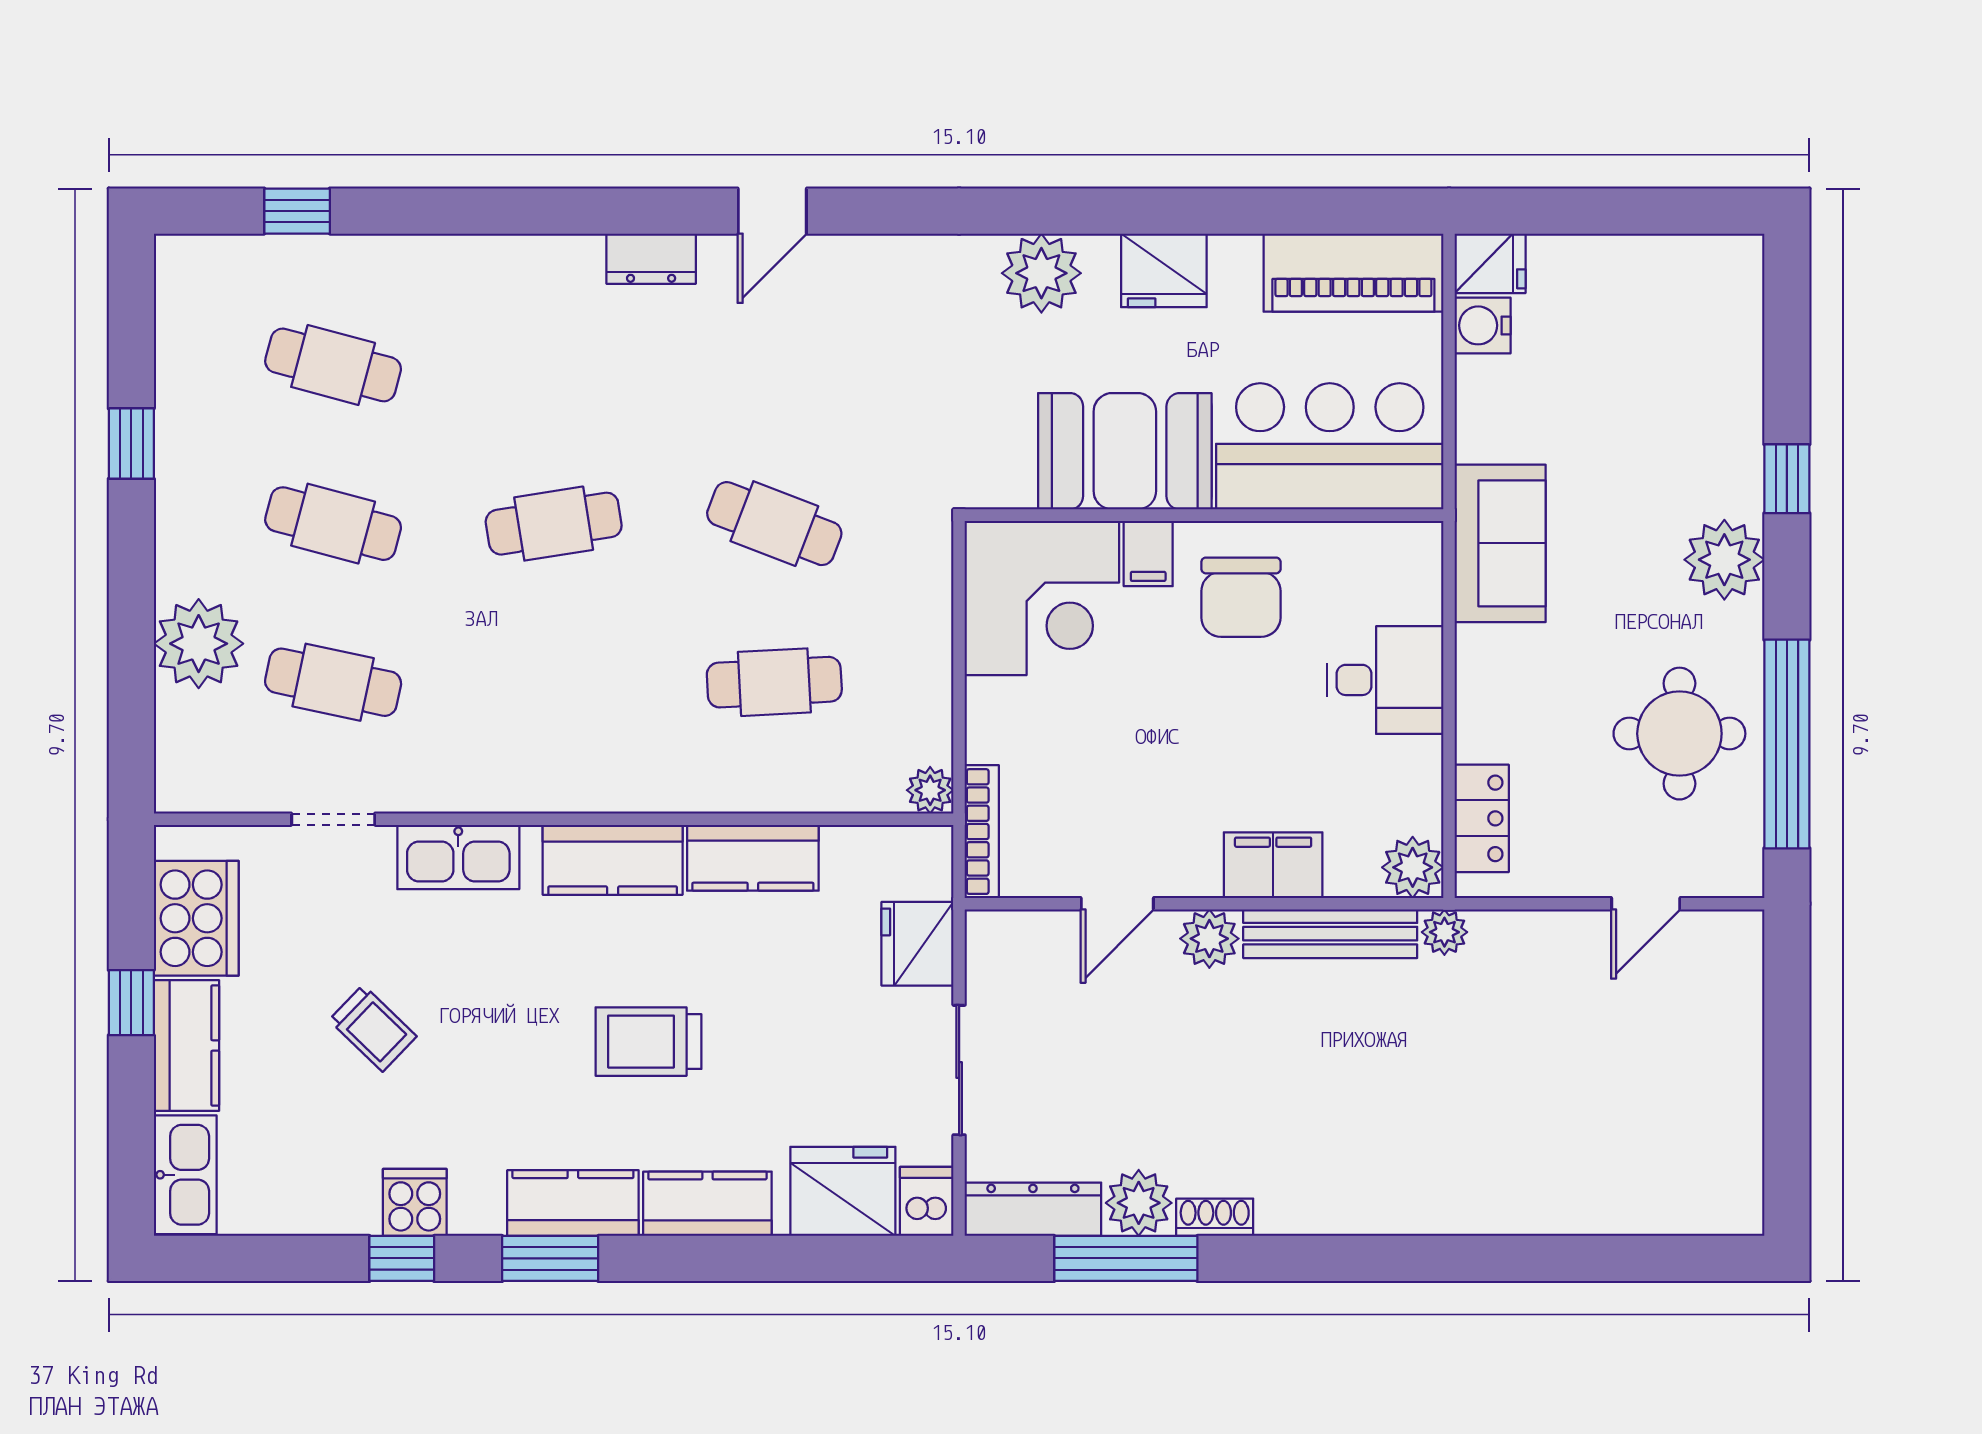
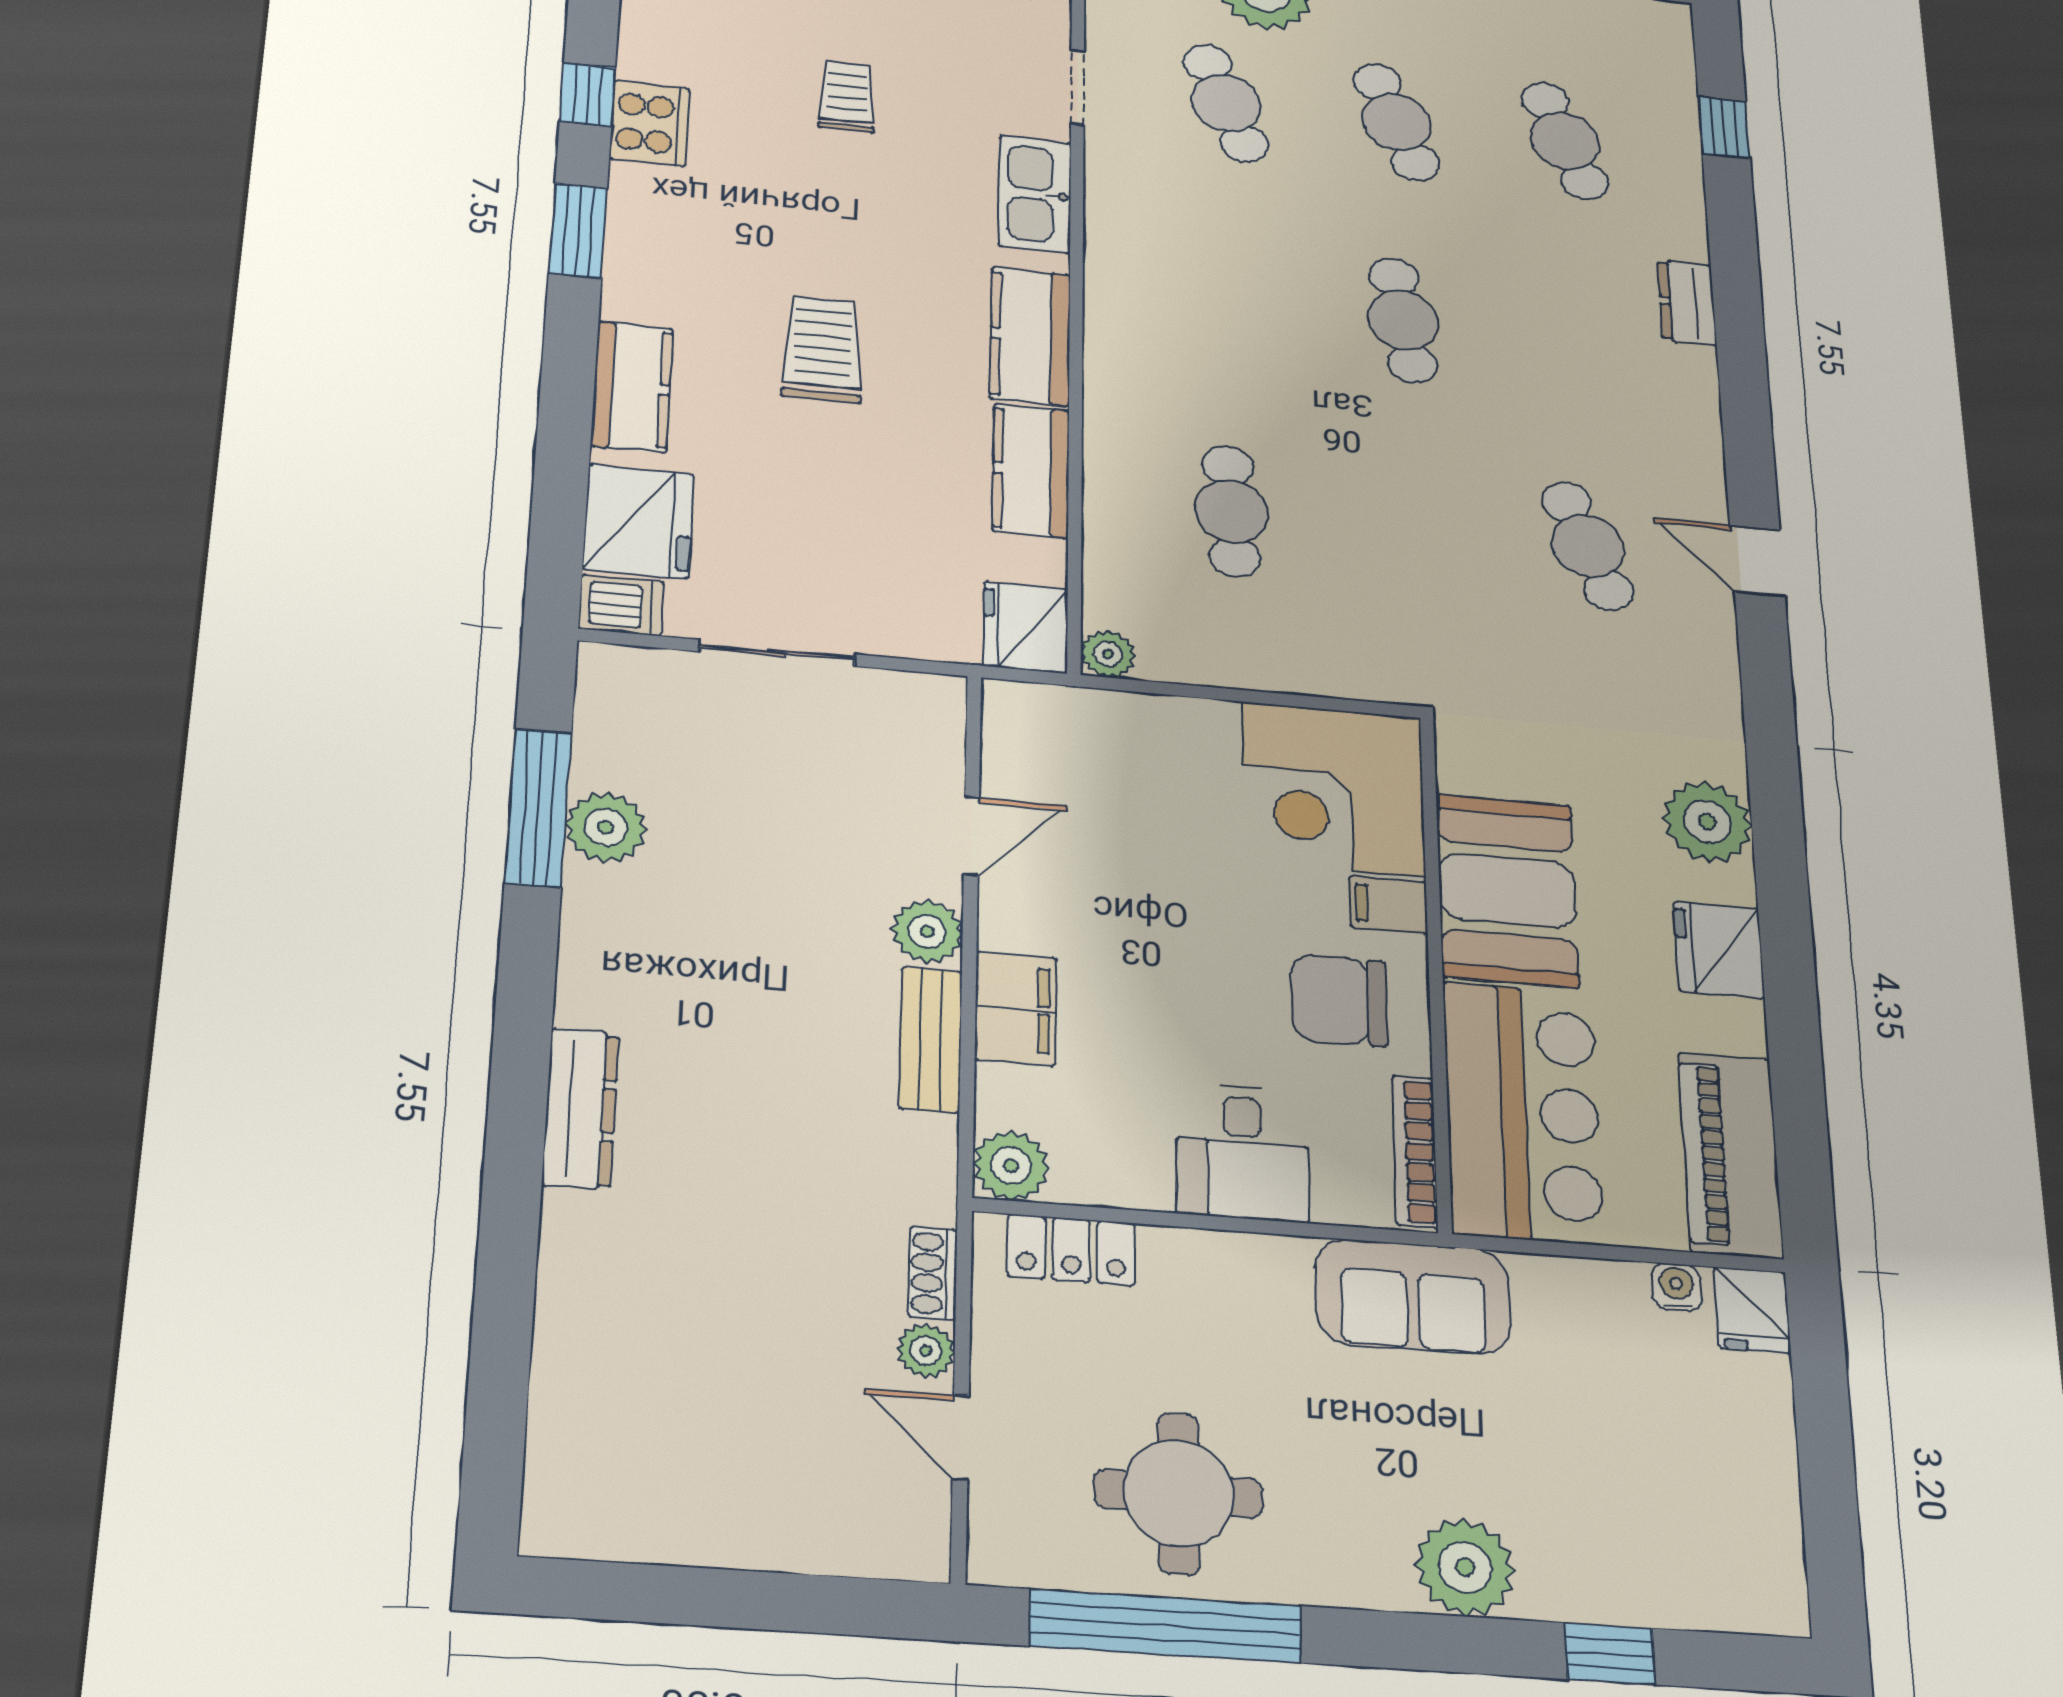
dresser: (651, 259) -> (1687, 303), moved
water cooler: (1483, 325) -> (1677, 1287), width x0.72, depth x0.72
cafe table: (333, 365) -> (1565, 141), turned -36
window: (1787, 479) -> (1610, 1654), moved
cafe table: (333, 524) -> (1396, 122), turned -36
cafe table: (774, 524) -> (1587, 546), moved, turned -42
plant: (1724, 560) -> (1465, 1567), moved
cafe table: (333, 682) -> (1226, 103), turned -33
bookcase: (982, 832) -> (1415, 1151), moved, turned 90
door: (1117, 904) -> (971, 836), swing flipped
plant: (1444, 932) -> (926, 1351), moved
bench: (1330, 934) -> (931, 1040), width x0.73
fridge: (917, 944) -> (1025, 628), moved, turned -90
trolley: (373, 1028) -> (847, 97), turned 136
cooker: (415, 1202) -> (649, 123), width x1.36
kitchen counter: (573, 1203) -> (640, 259), removed
dresser: (1033, 1209) -> (581, 1109), moved
shoe rack: (1215, 1217) -> (933, 1273), moved, turned 180

